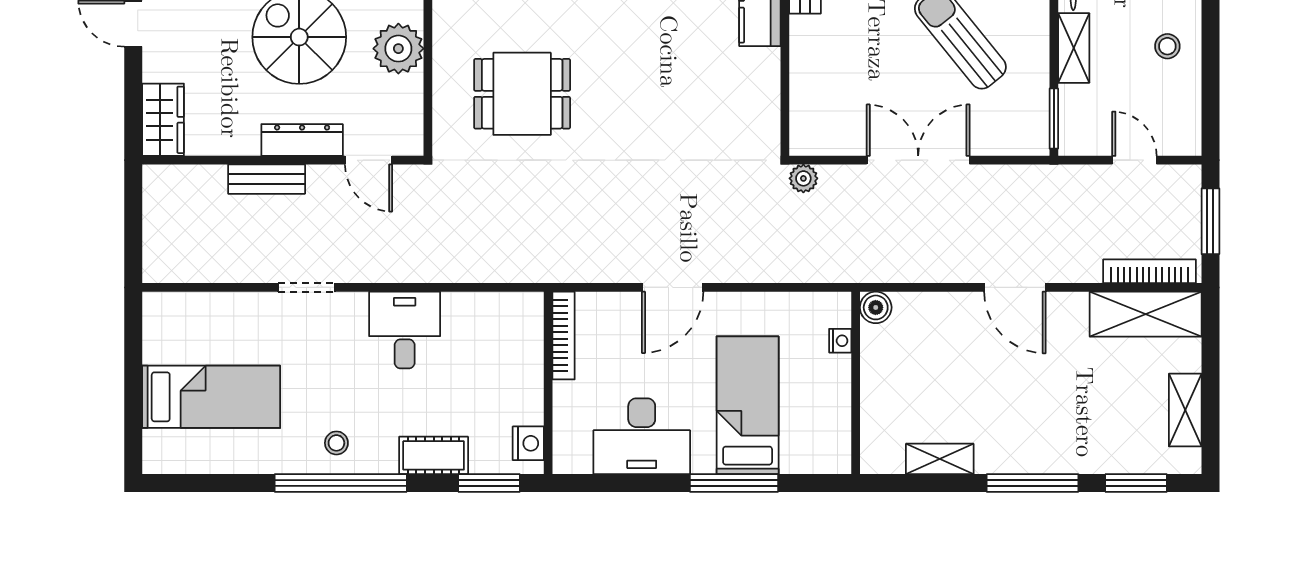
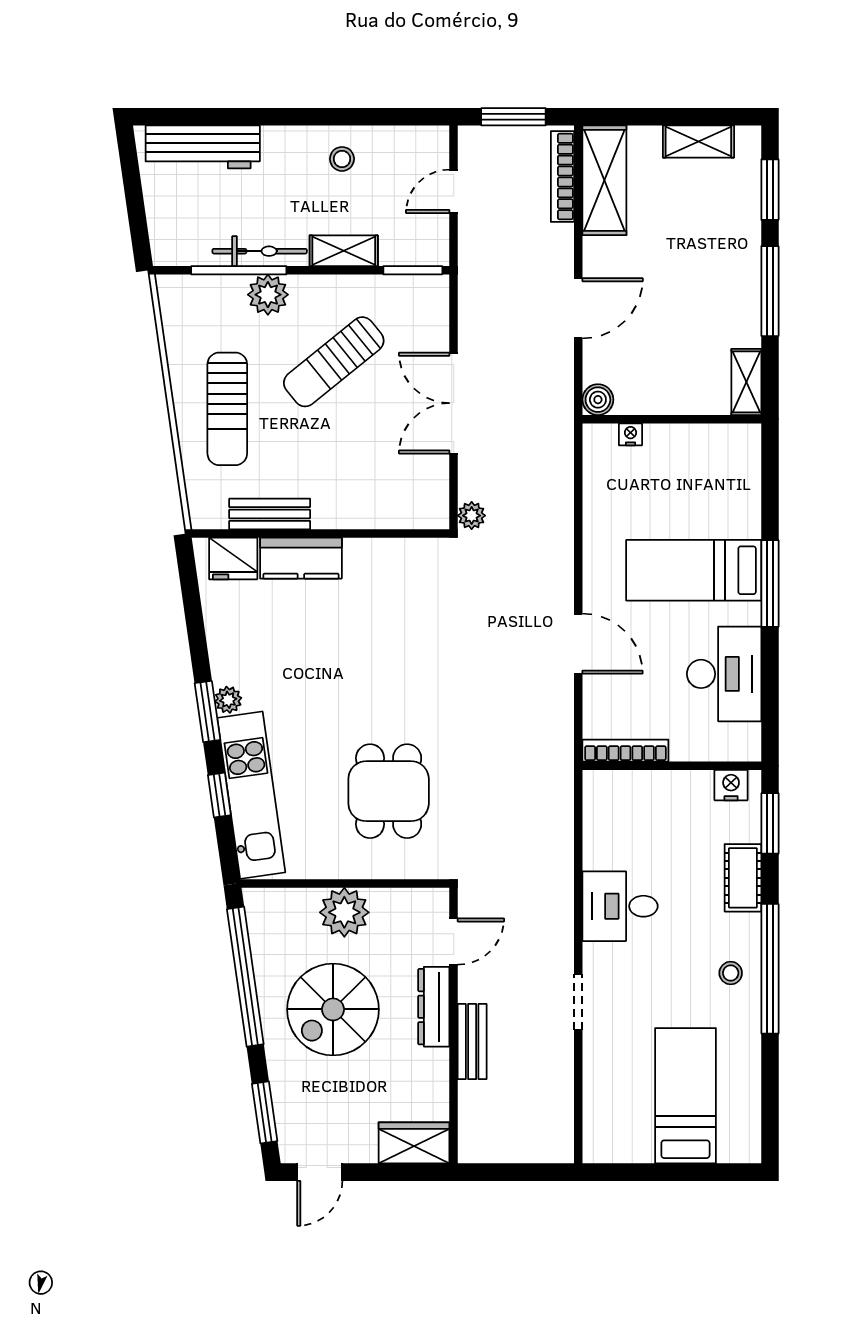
boiler: (876, 307) -> (598, 400), moved
nightstand: (840, 341) -> (630, 434), moved
wall: (856, 383) -> (672, 419), moved

